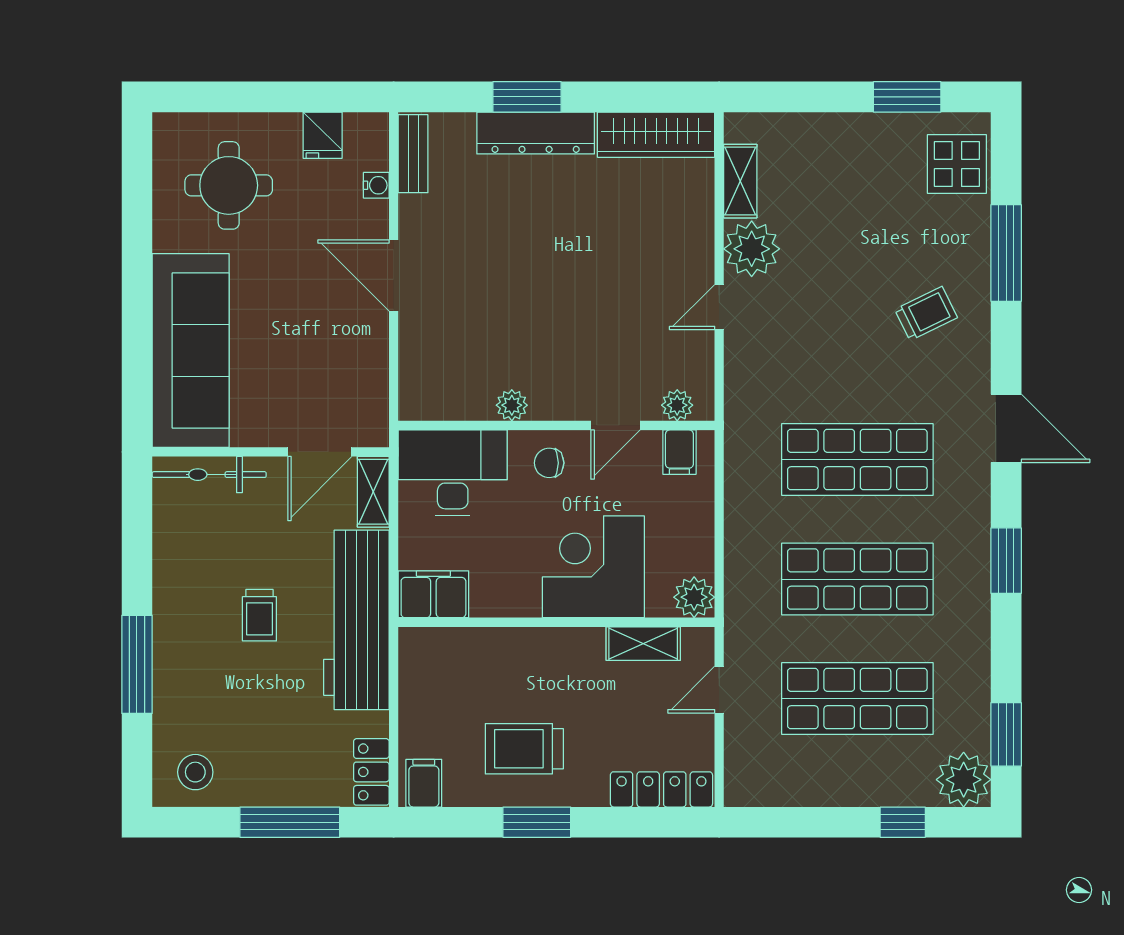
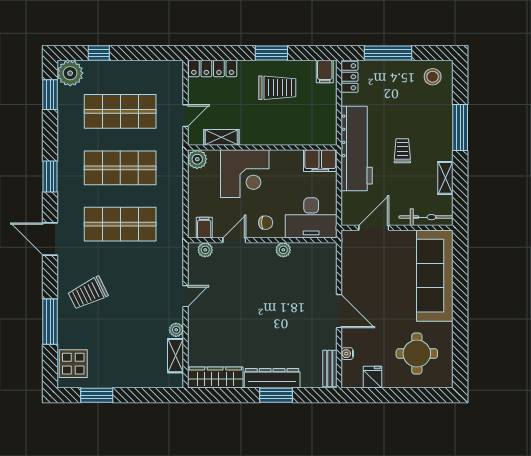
plant: (752, 249) -> (176, 330), width x0.53, depth x0.53
trolley: (926, 313) -> (88, 293), width x1.36, depth x1.39
shelving: (373, 492) -> (445, 178), moved

